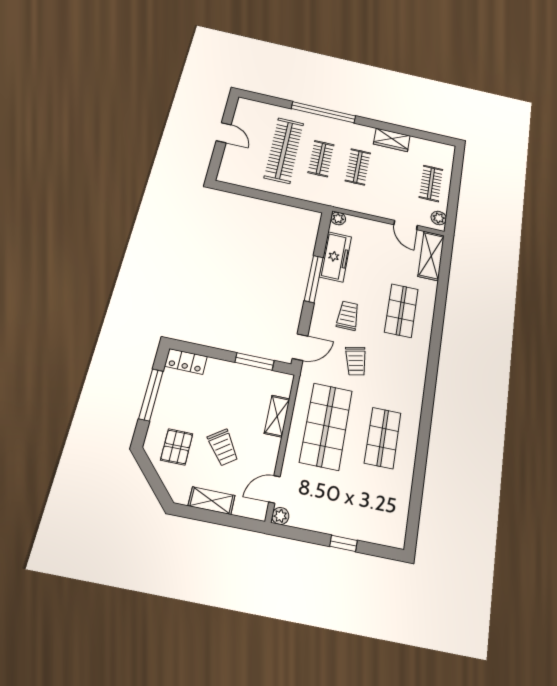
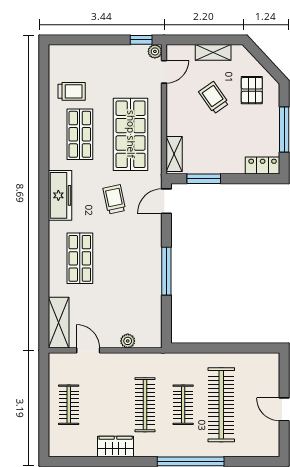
clothes rail: (358, 167) -> (145, 405), width x1.36
plant: (338, 218) -> (128, 341), moved
plant: (439, 218) -> (56, 367), removed
freezer: (335, 257) -> (60, 195), moved, turned 180
trolley: (348, 316) -> (72, 91), moved, turned -90
shelving: (277, 416) -> (174, 154), moved
window: (343, 543) -> (141, 40), moved

